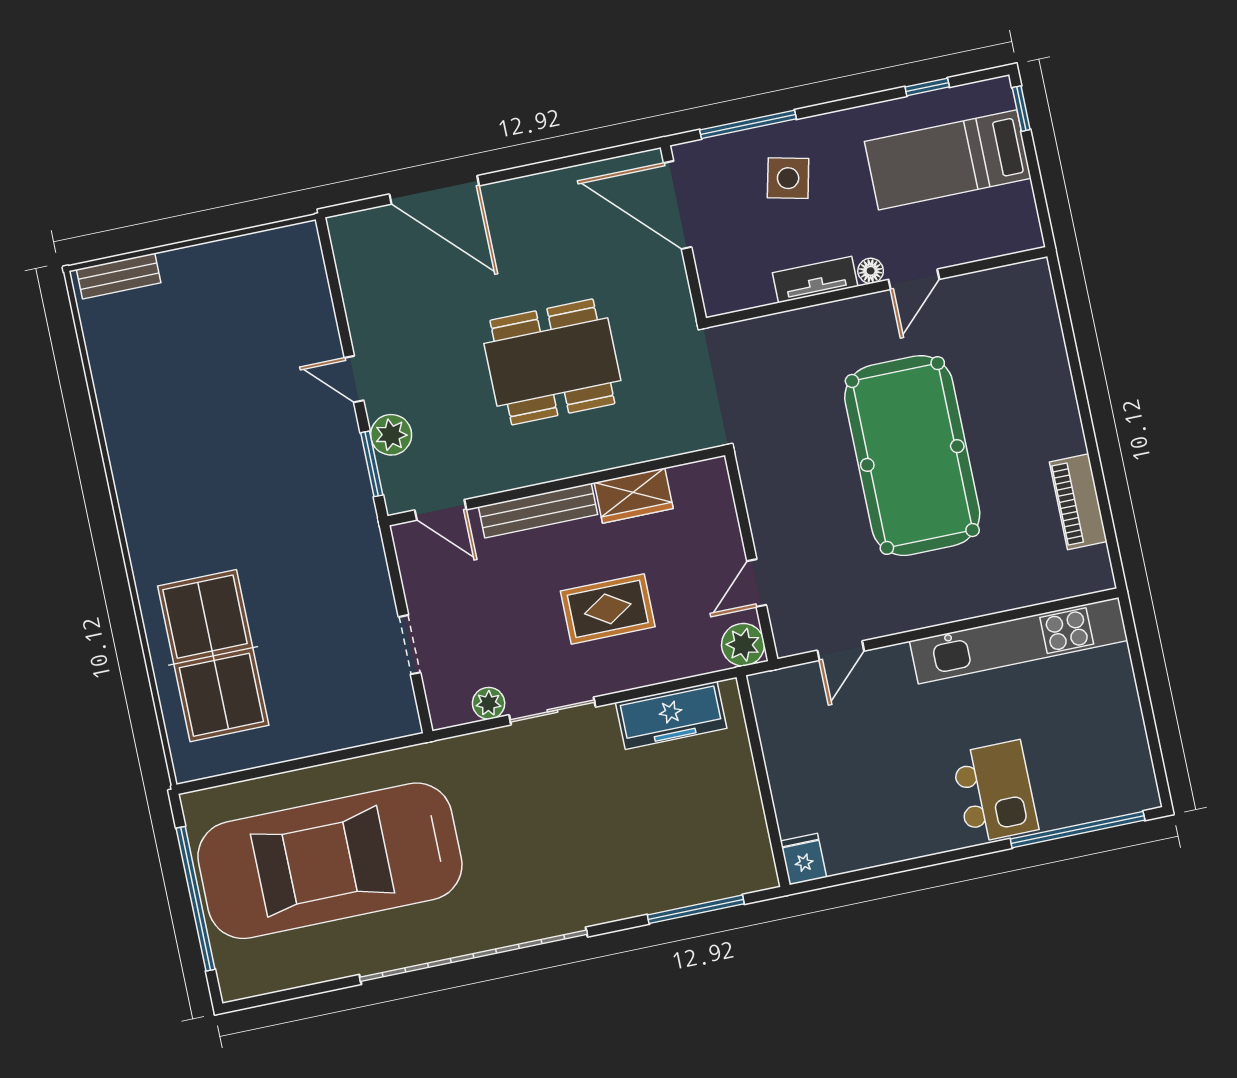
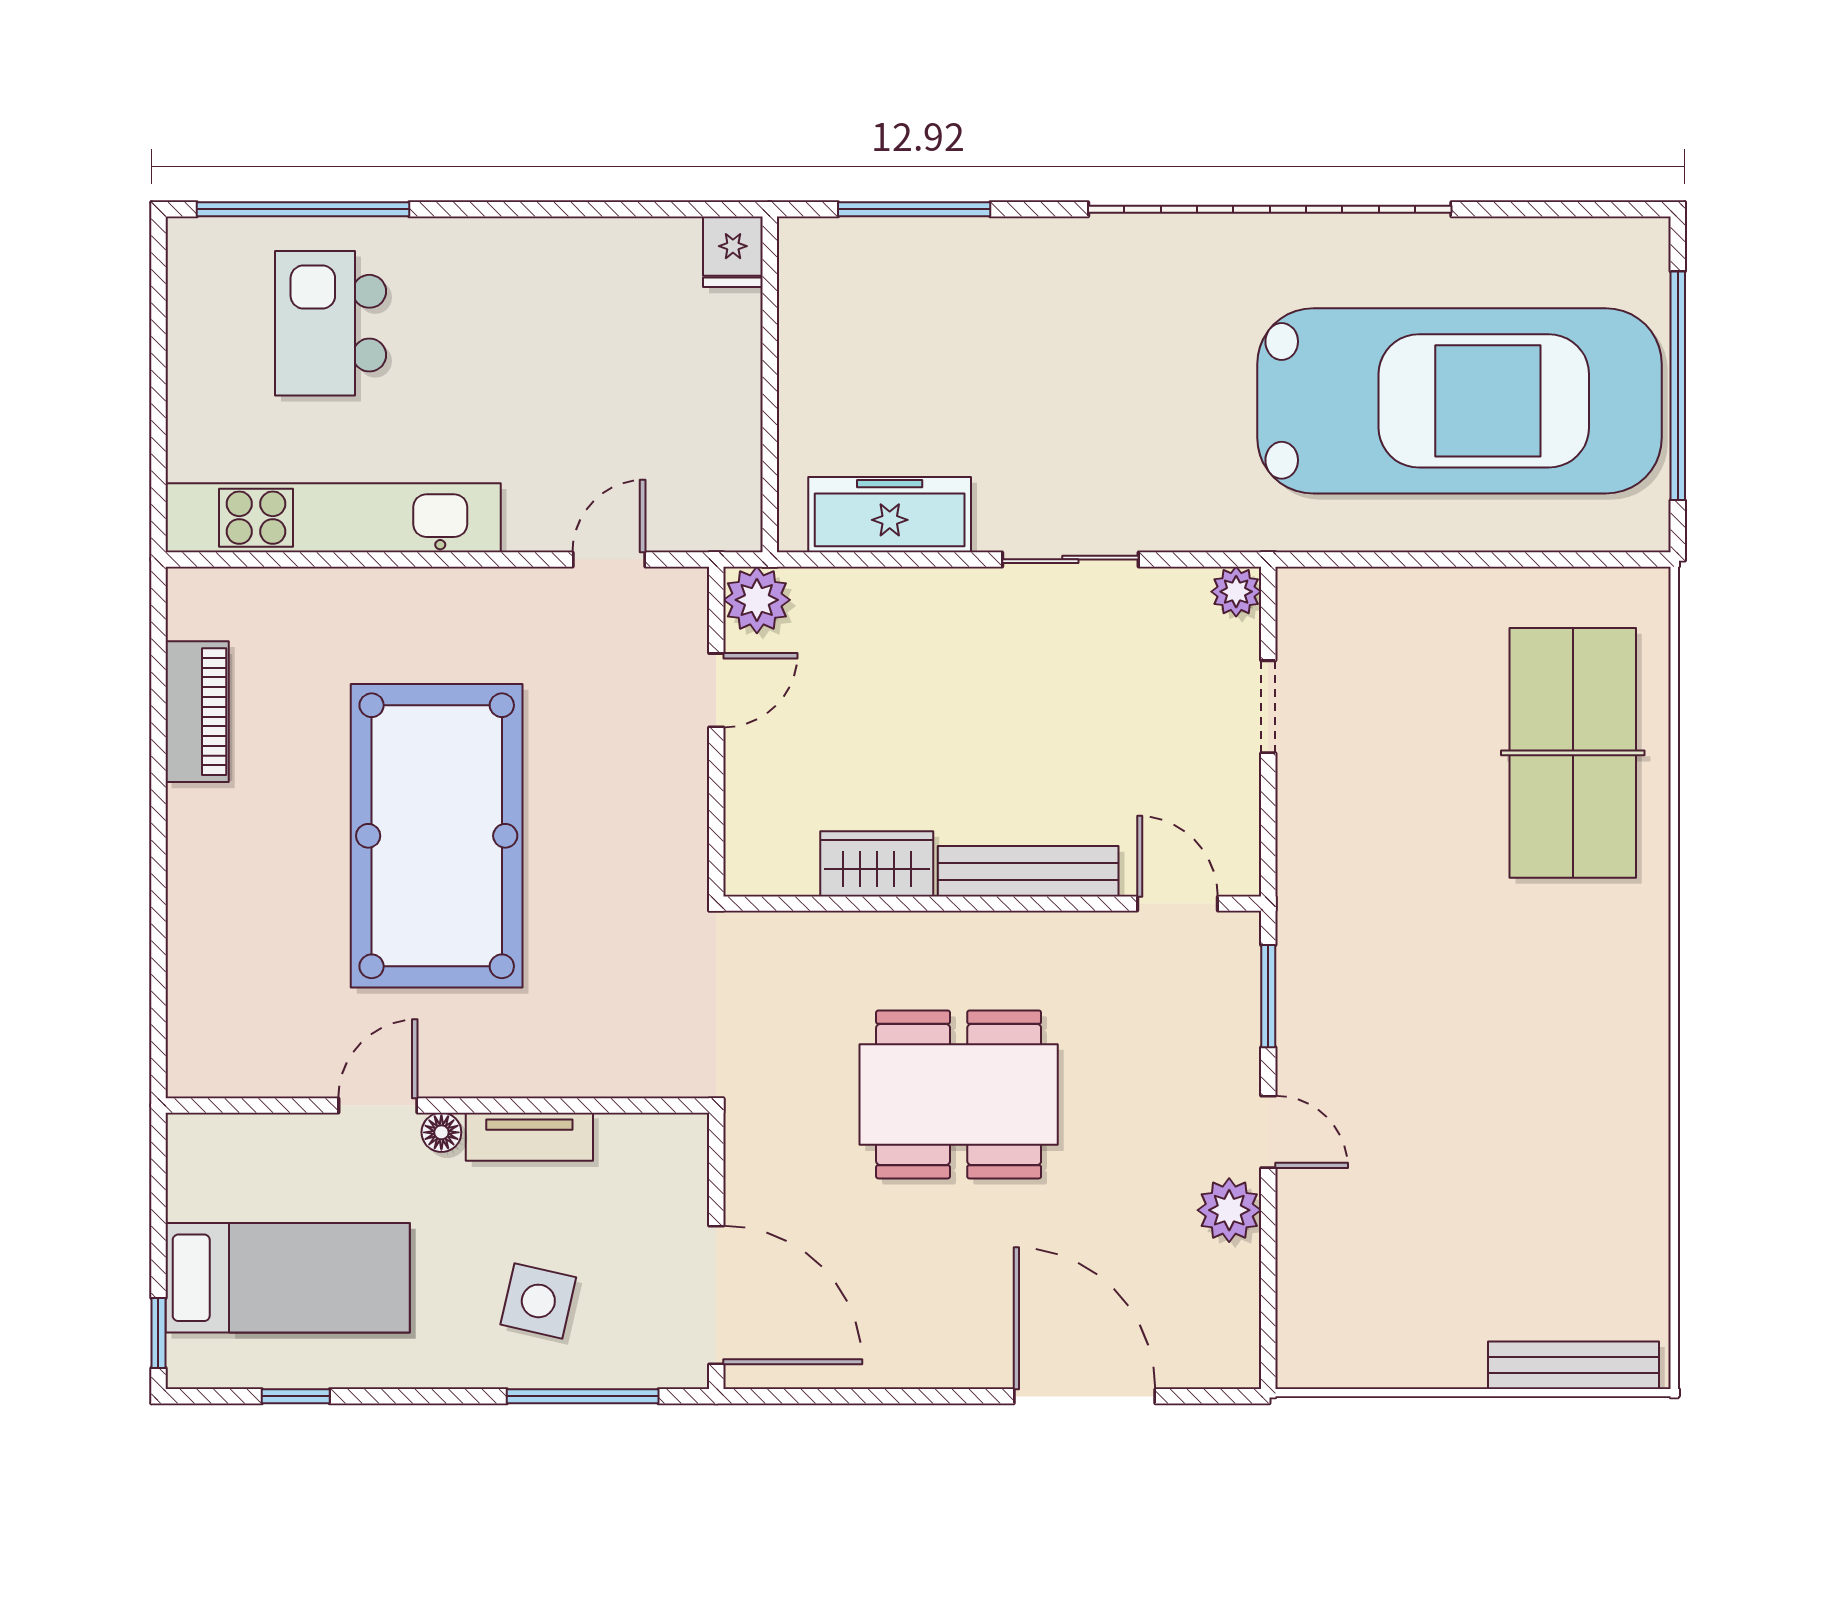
bench: (119, 276) -> (1573, 1365), width x1.36
plant: (391, 435) -> (1229, 1210), moved
rug: (608, 609) -> (953, 698), removed
plant: (489, 703) -> (1236, 592), moved
kitchen island: (995, 792) -> (331, 323), moved

